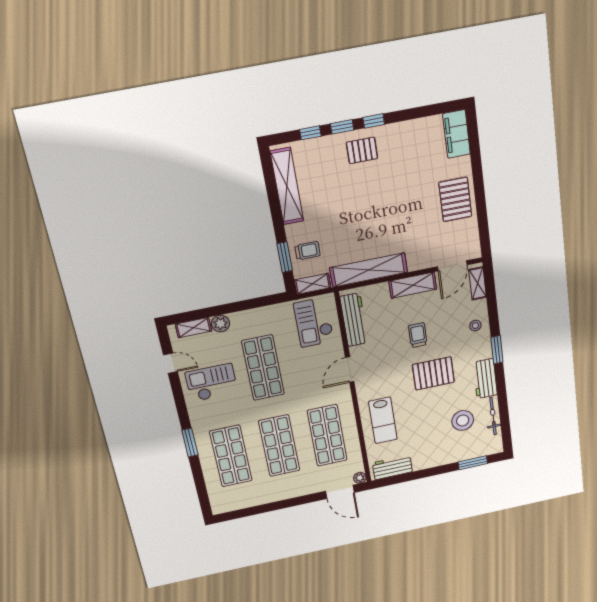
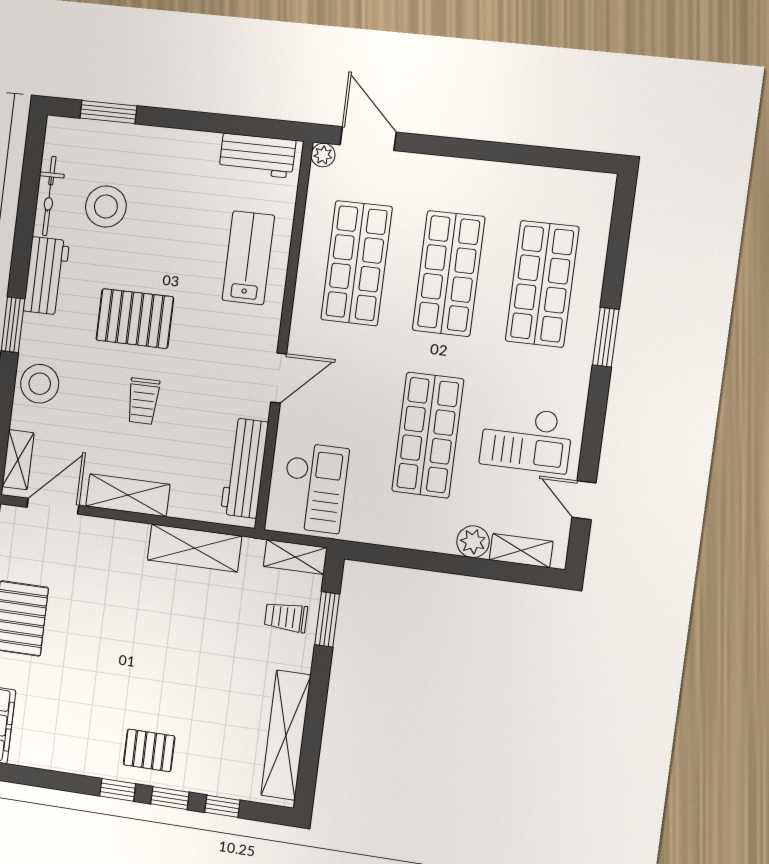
shelving: (369, 270) -> (194, 548), width x0.68
stool: (475, 326) -> (40, 384), width x1.89, depth x1.89

